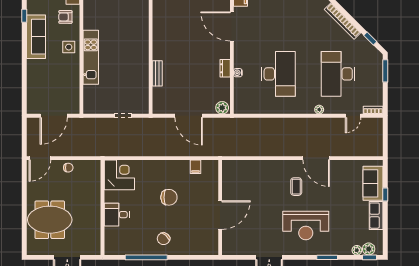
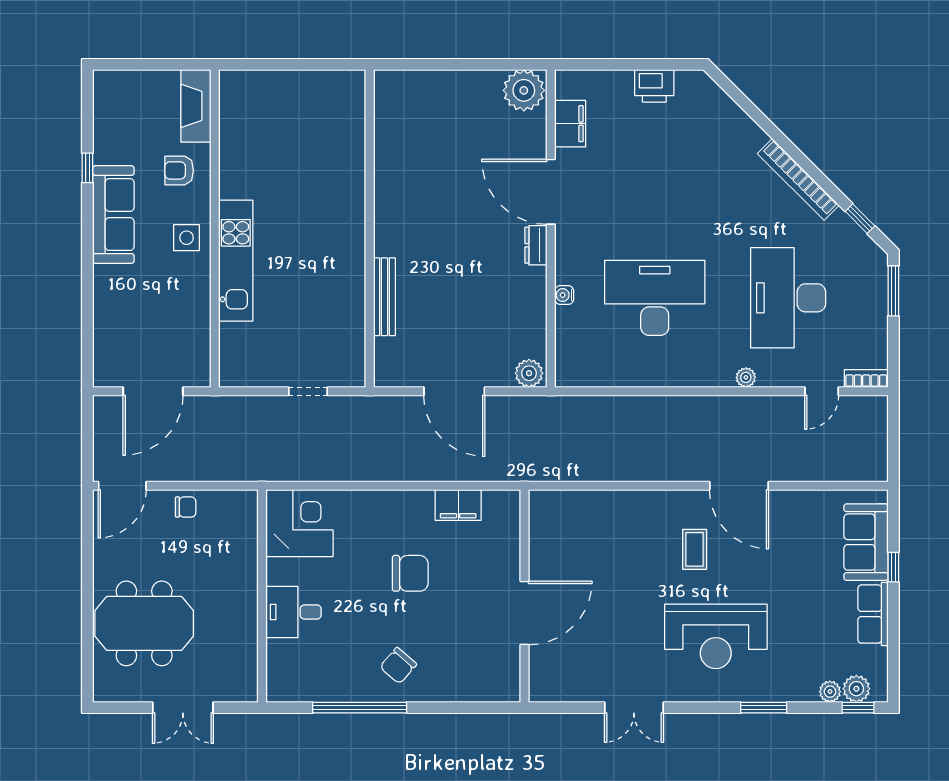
dresser: (225, 68) -> (536, 245), moved
bench: (157, 73) -> (384, 297), width x1.36
desk: (278, 74) -> (655, 298), turned -90
filing cabinet: (195, 167) -> (458, 505), width x2.00

